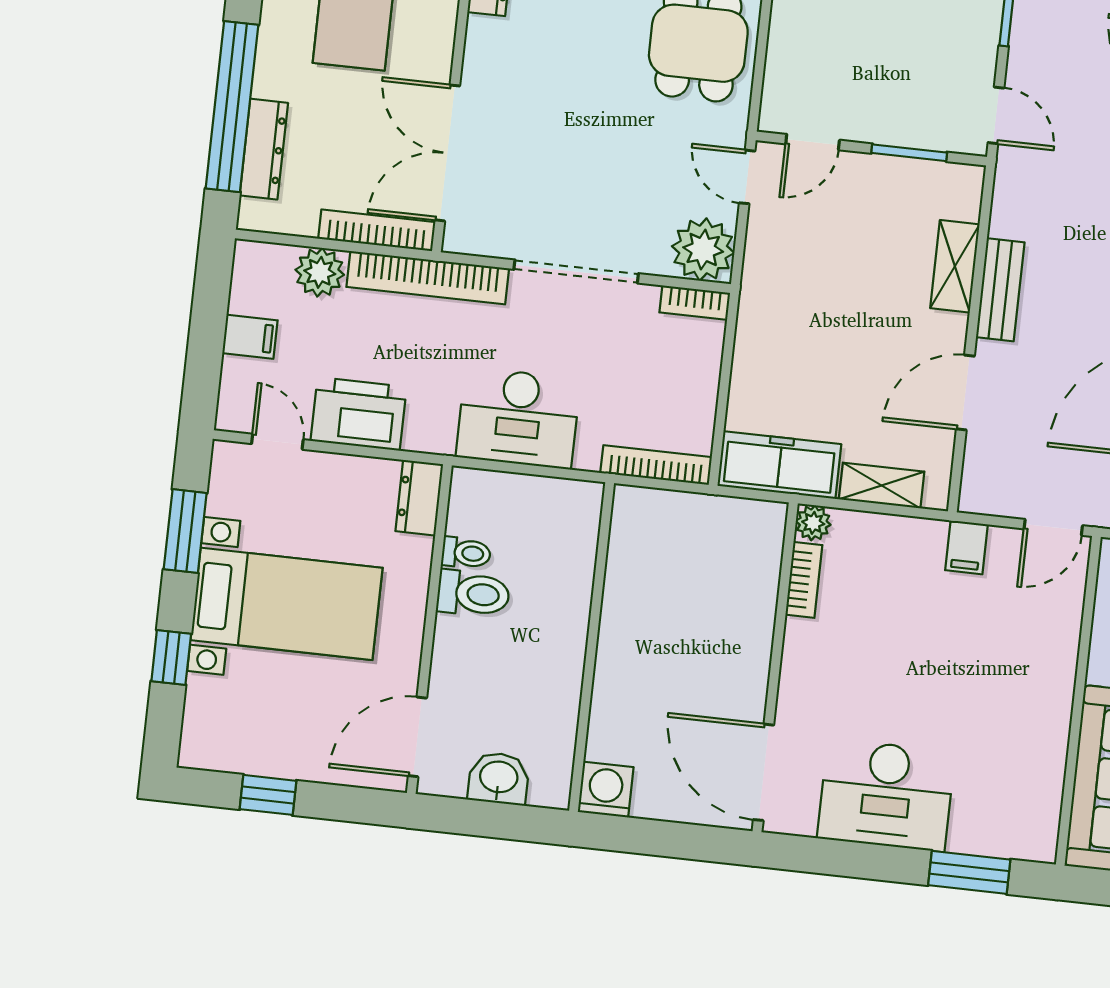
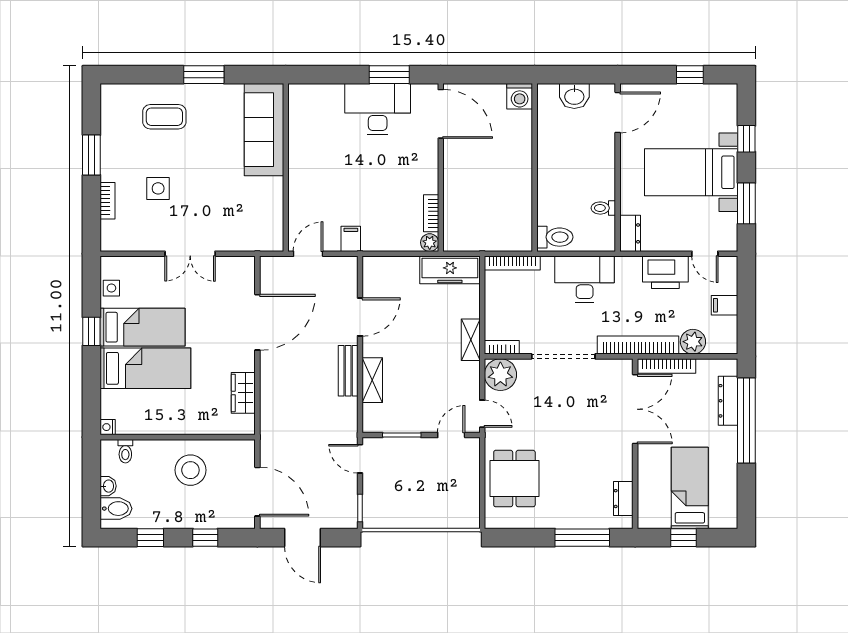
shelving: (882, 485) -> (471, 340), moved, turned 90
toilet: (473, 594) -> (555, 237), moved, turned 180
window: (969, 872) -> (389, 75), moved

